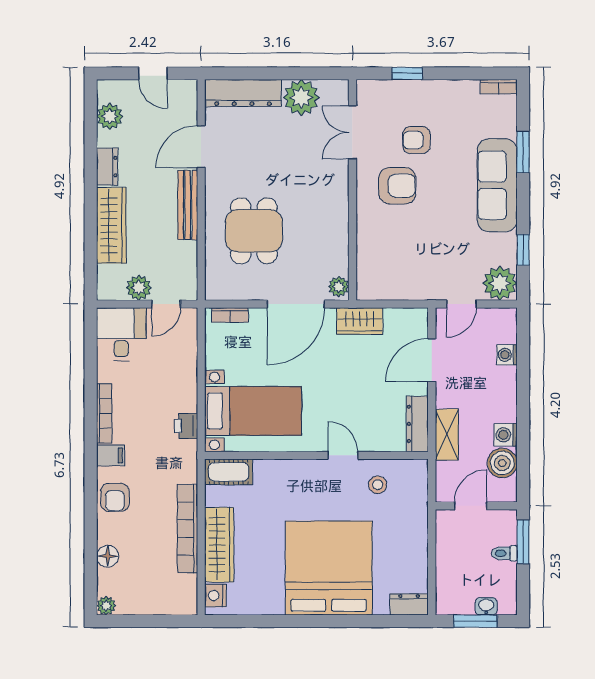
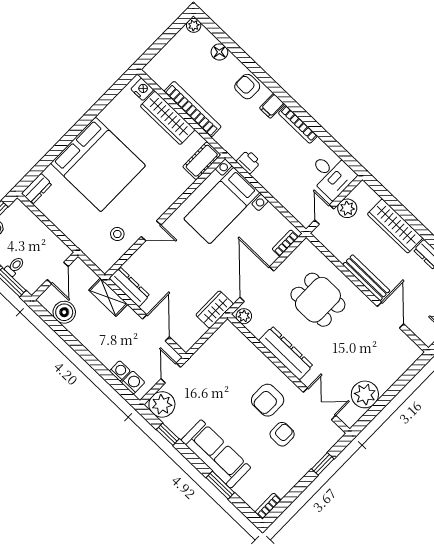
dresser: (243, 93) -> (286, 353), moved, turned 90
washing machine: (506, 435) -> (133, 383), moved

